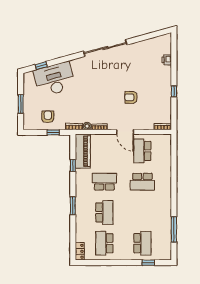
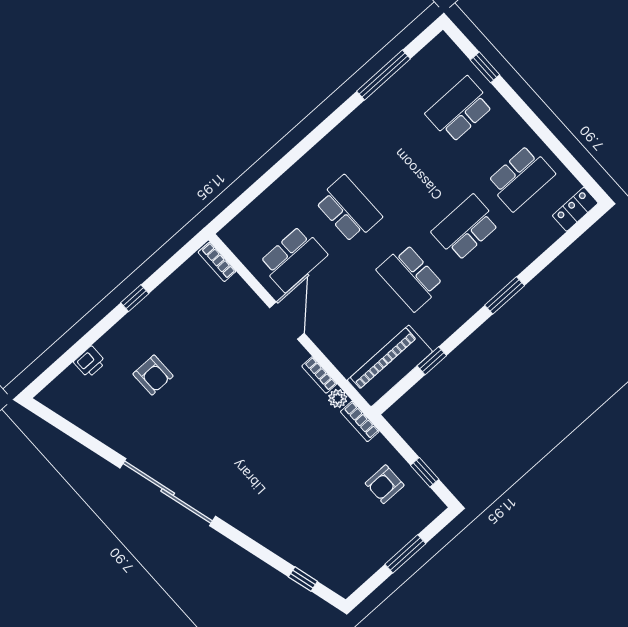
desk: (54, 79) -> (306, 533), removed
armchair: (131, 97) -> (153, 375), moved
window: (53, 132) -> (425, 472), moved

